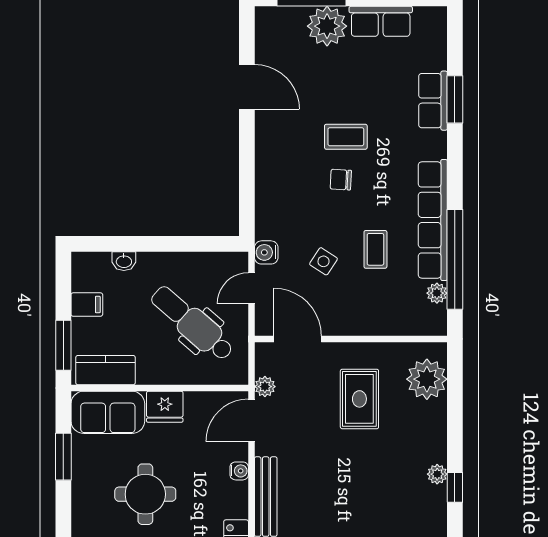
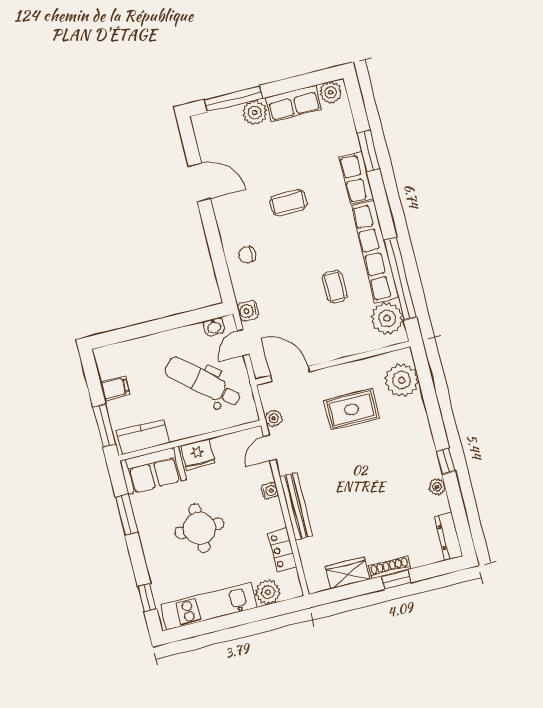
plant: (428, 19) -> (331, 92), added
plant: (327, 26) -> (255, 112), width x0.73, depth x0.73
row of seats: (433, 101) -> (356, 178), moved
chair: (341, 180) -> (247, 255), moved
washbasin: (124, 261) -> (214, 327), moved
side table: (324, 261) -> (296, 307), removed
plant: (437, 293) -> (387, 318), width x1.87, depth x1.87
rug: (359, 399) -> (352, 409), turned 90
door: (251, 420) -> (270, 448), width x0.73
plant: (437, 474) -> (437, 487), moved

